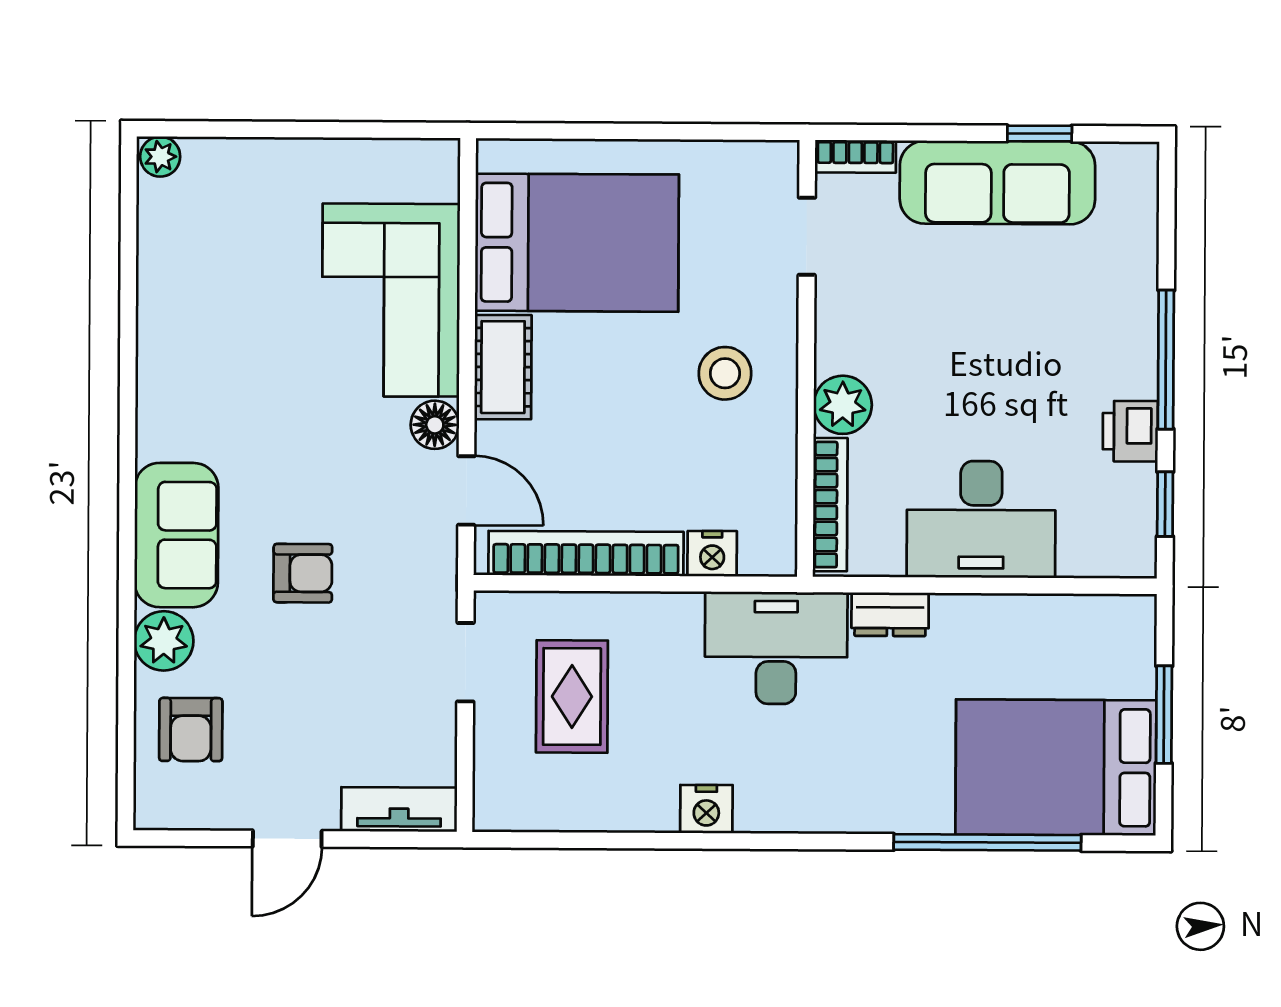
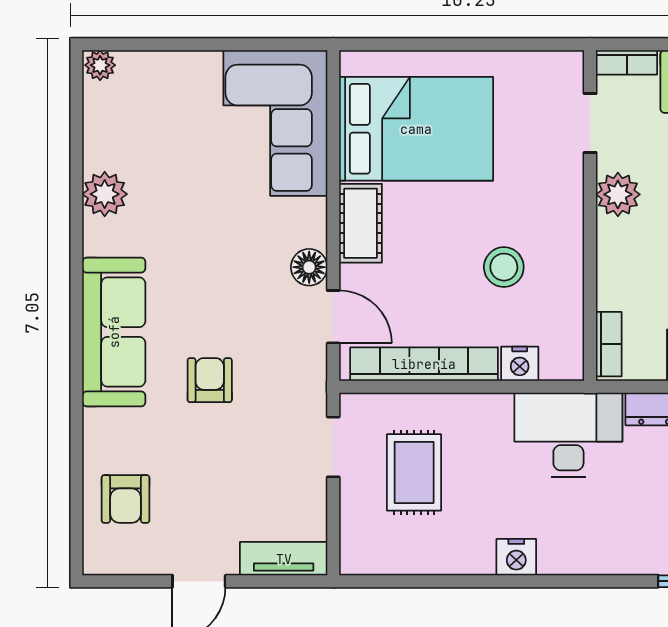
corner sofa: (391, 300) -> (275, 123), moved
stool: (725, 373) -> (504, 267), moved
plant: (843, 405) -> (618, 194), moved
bookcase: (830, 505) -> (609, 344), width x0.64
sofa: (176, 535) -> (114, 332), width x1.36
armchair: (303, 573) -> (210, 380), turned -90
plant: (164, 641) -> (105, 194), moved

